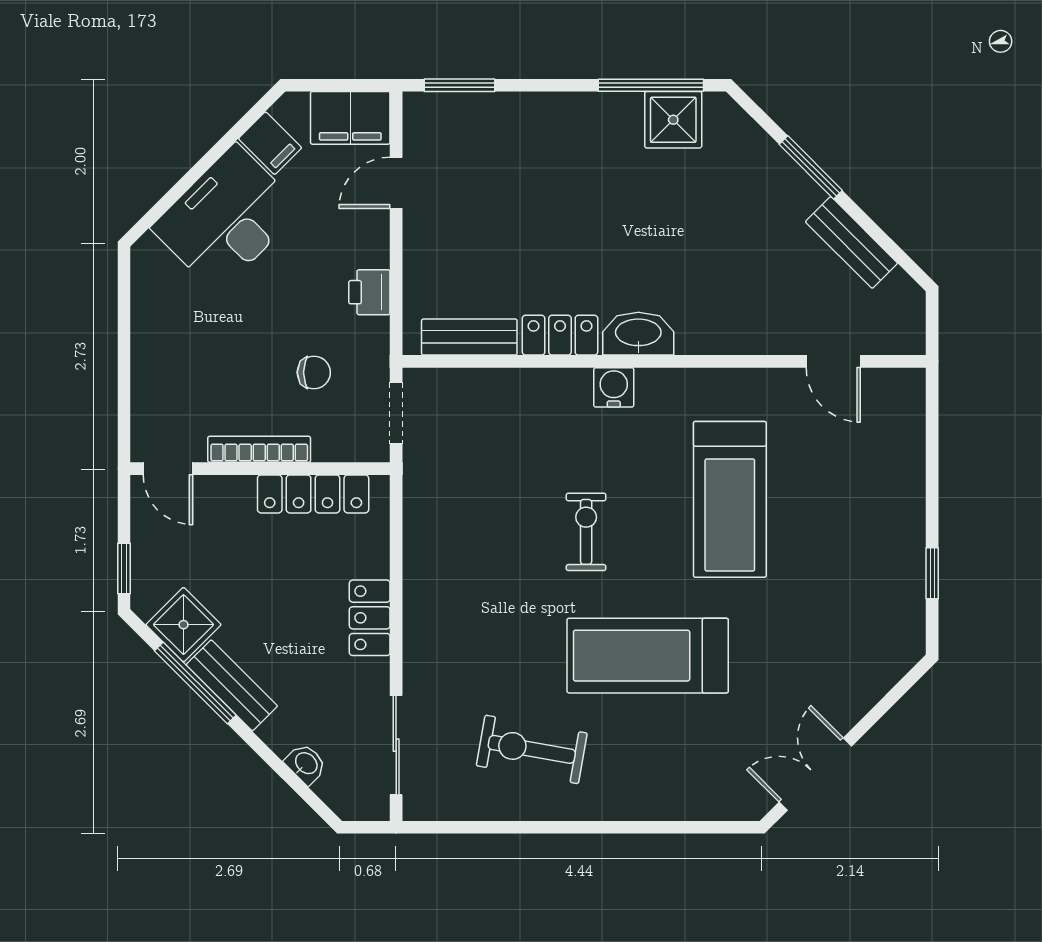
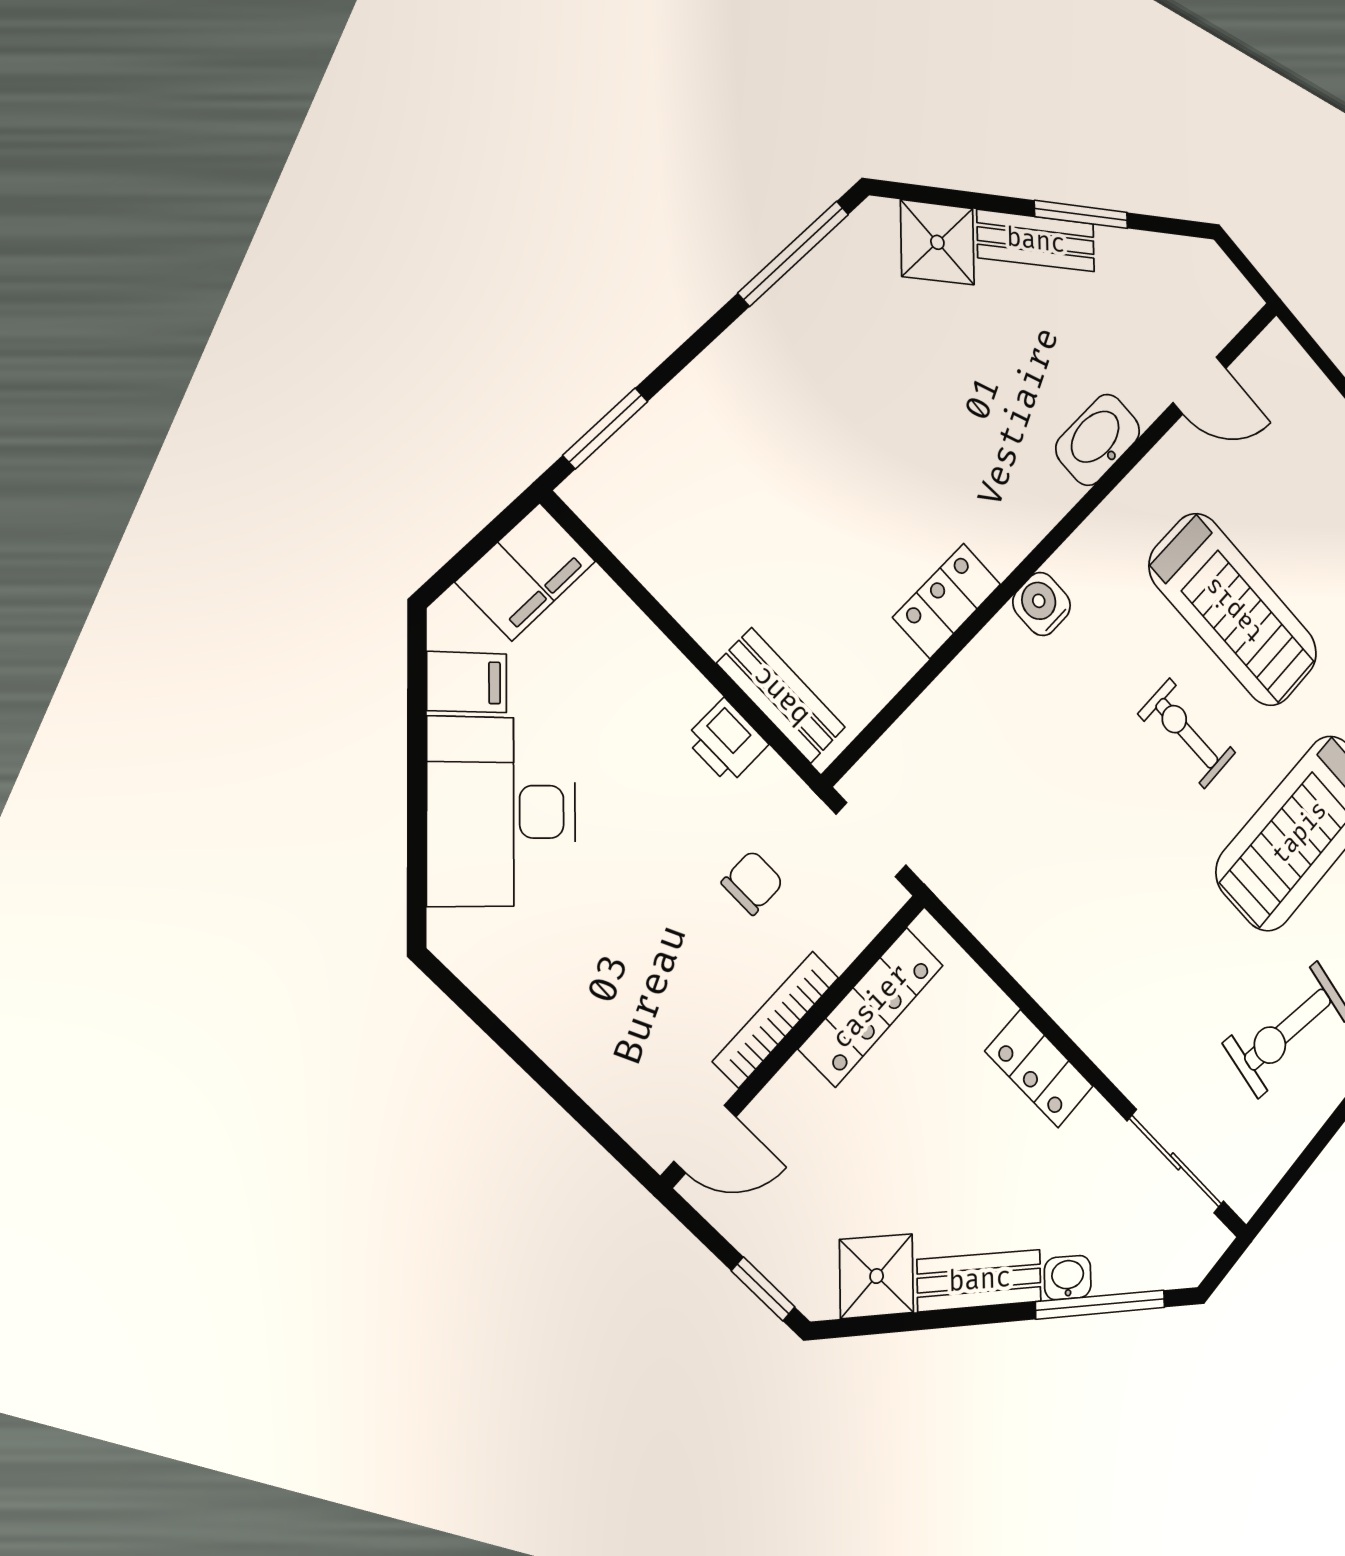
shower: (673, 120) -> (937, 242), moved, turned 45
window: (811, 167) -> (1081, 214), moved
door: (396, 183) -> (642, 597), removed
bench: (851, 242) -> (1036, 241), moved
washbasin: (638, 334) -> (1098, 440), moved
bench: (469, 337) -> (781, 696), moved, turned 90
exercise bike: (586, 532) -> (1187, 733), moved
window: (195, 683) -> (1101, 1305), moved
washbasin: (306, 764) -> (1068, 1278), moved

